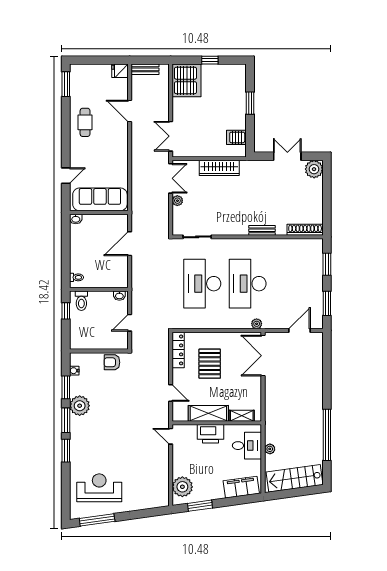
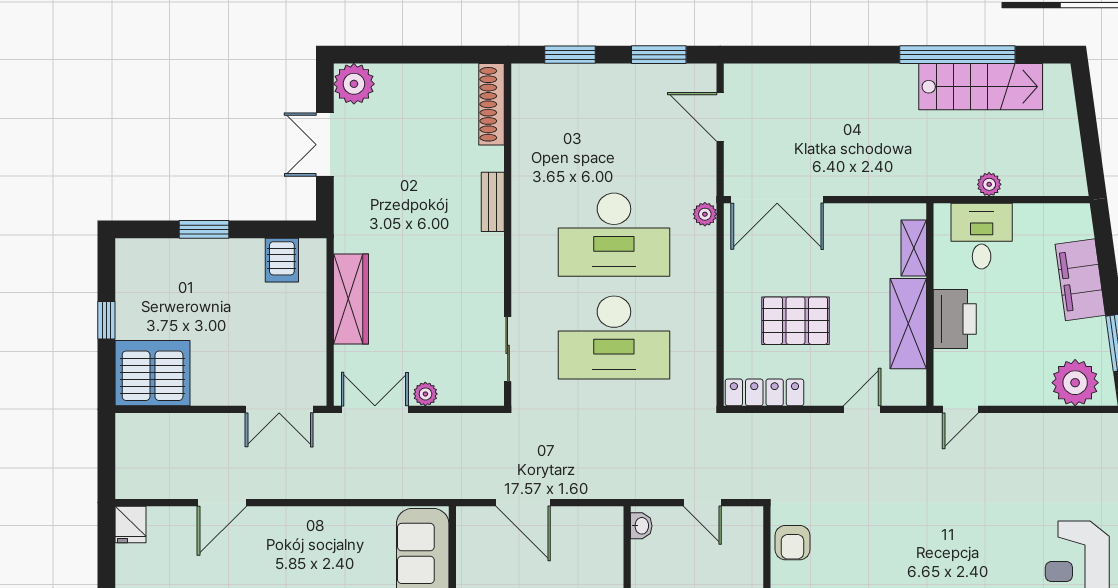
bench: (145, 69) -> (127, 468), removed
stairs: (294, 478) -> (981, 87), moved, turned -82
filing cabinet: (241, 487) -> (1080, 280), moved

